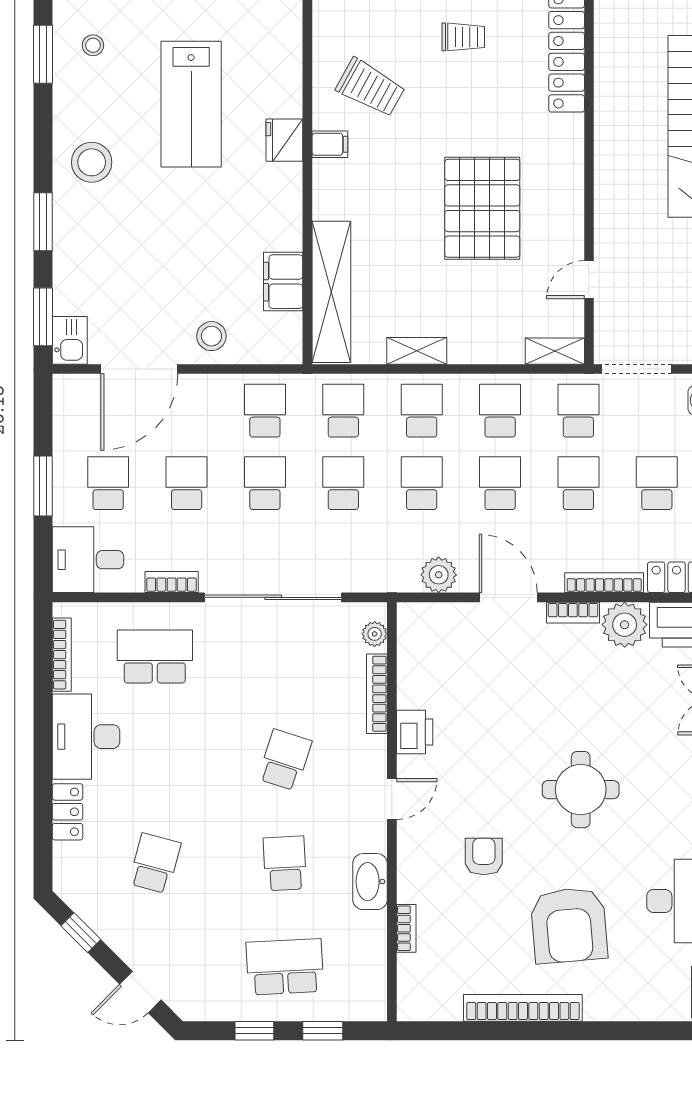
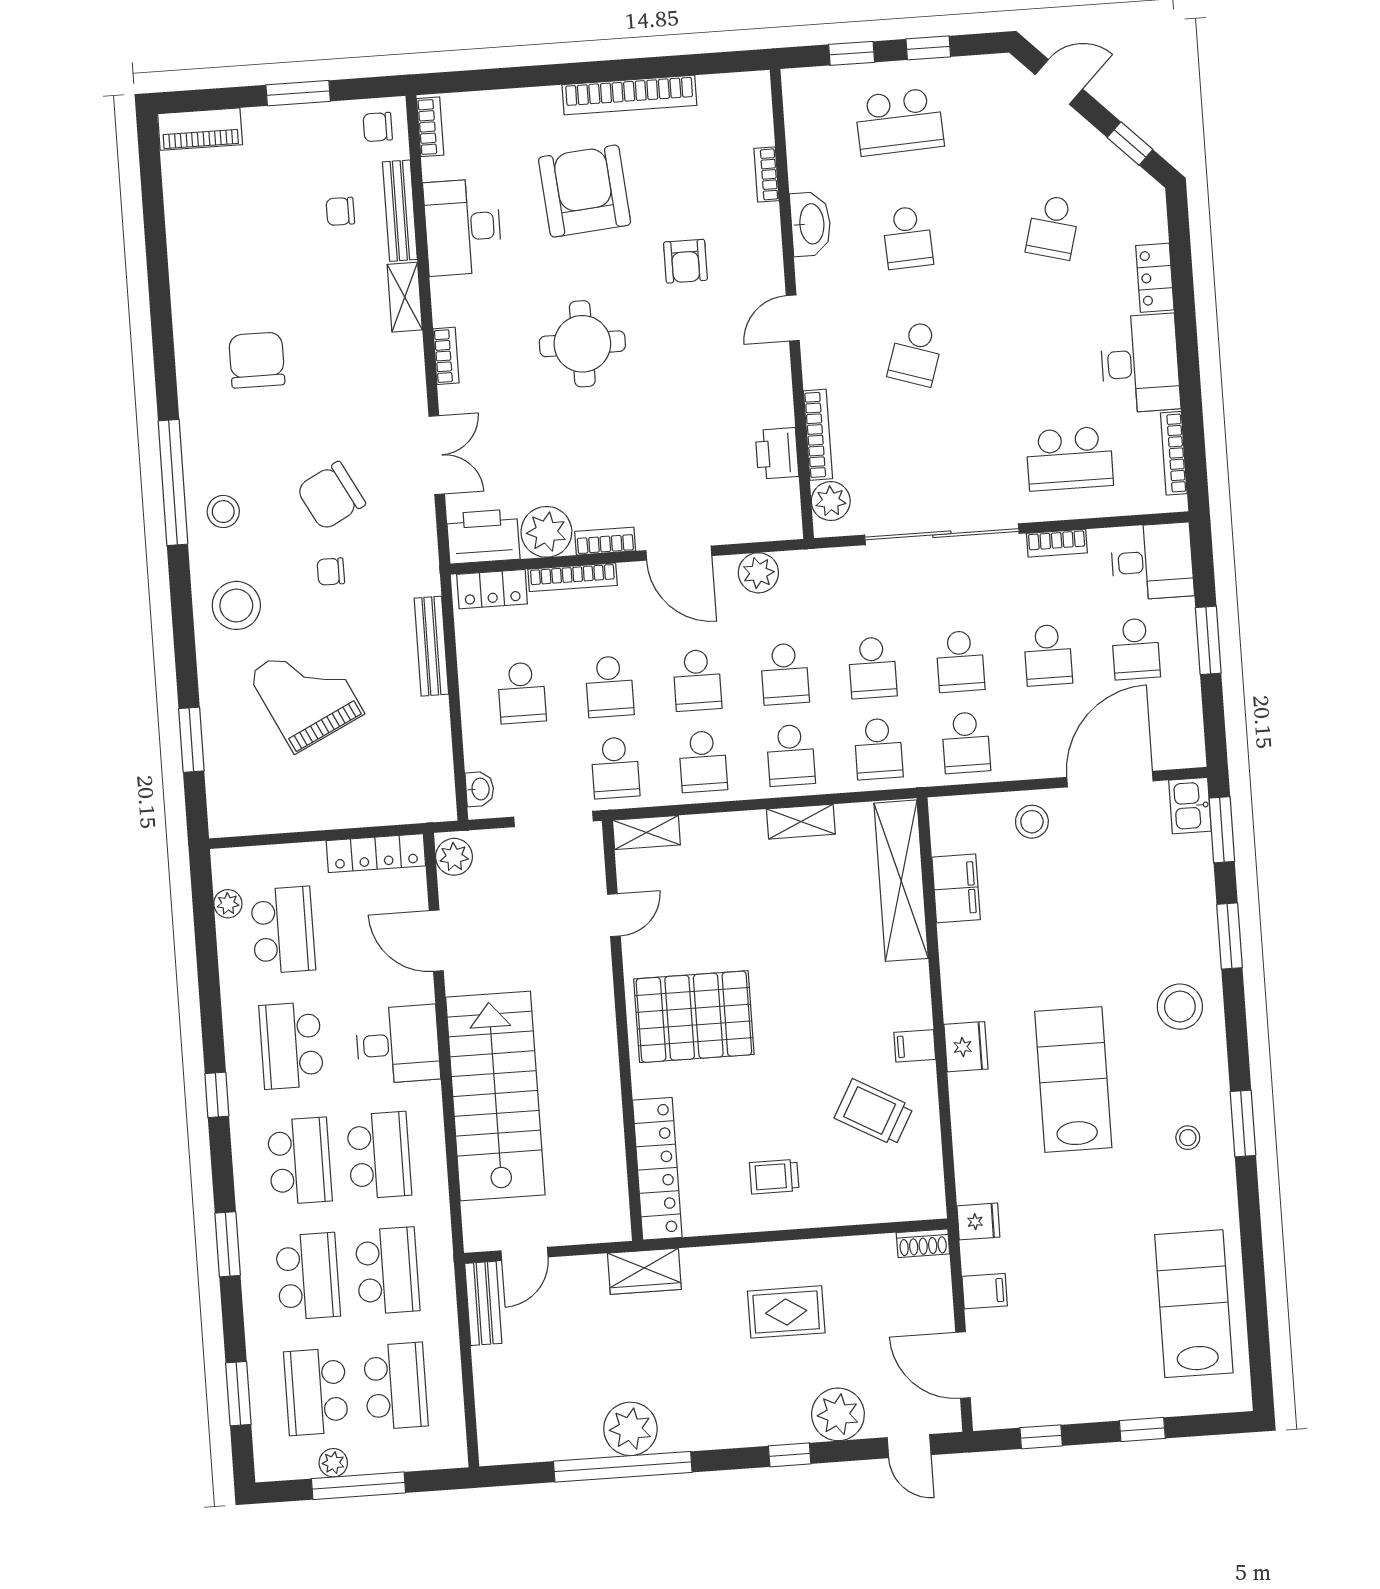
pallet: (482, 208) -> (694, 1017), moved, turned 90
plant: (375, 634) -> (831, 501), width x1.38, depth x1.38
printer: (415, 732) -> (777, 453), moved

